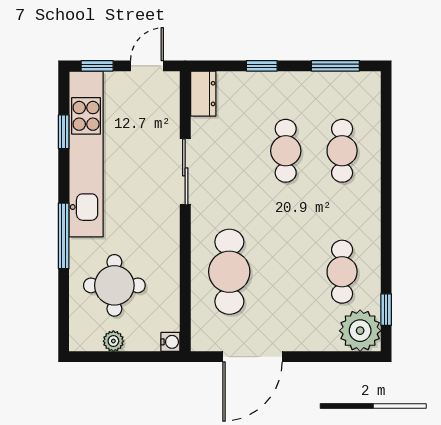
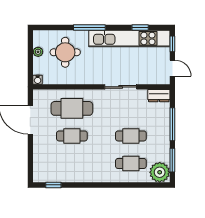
window: (262, 66) -> (172, 124), width x2.17
cafe table: (342, 272) -> (72, 136), moved
plant: (360, 331) -> (160, 172), moved

